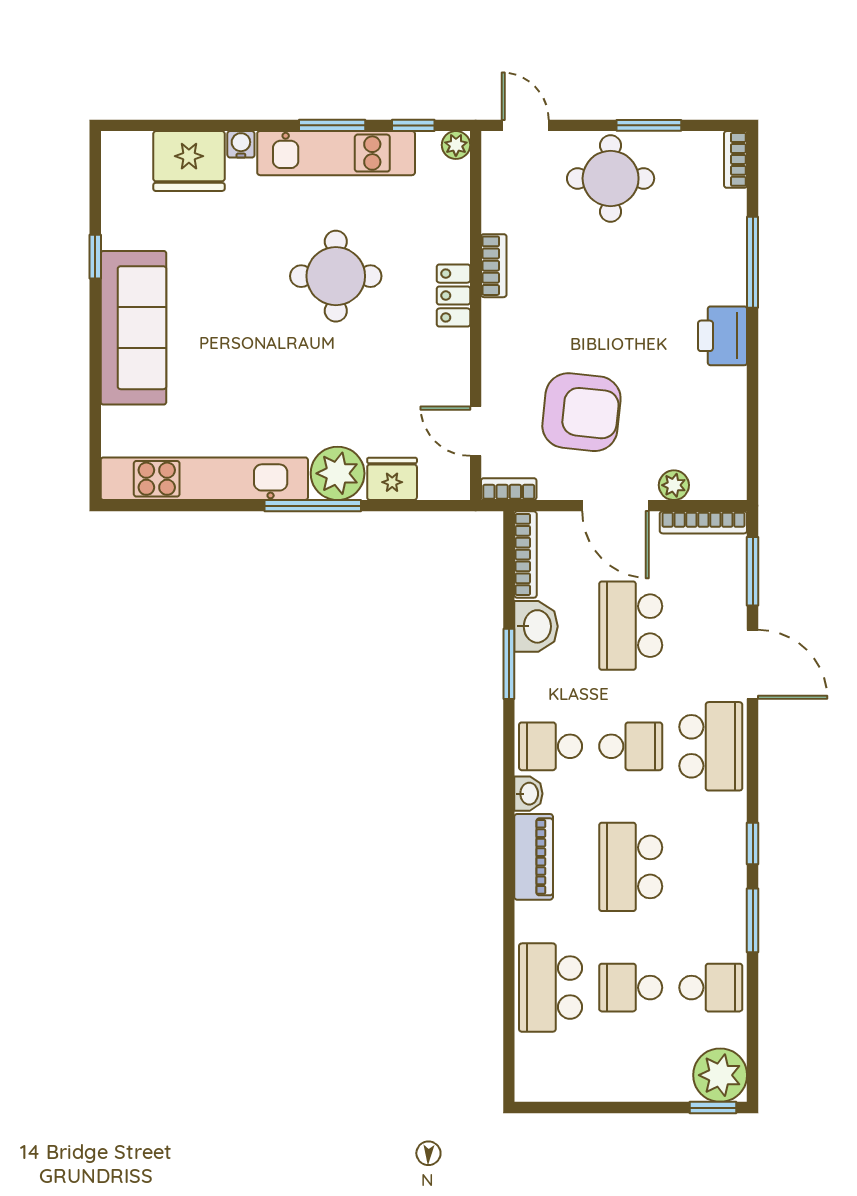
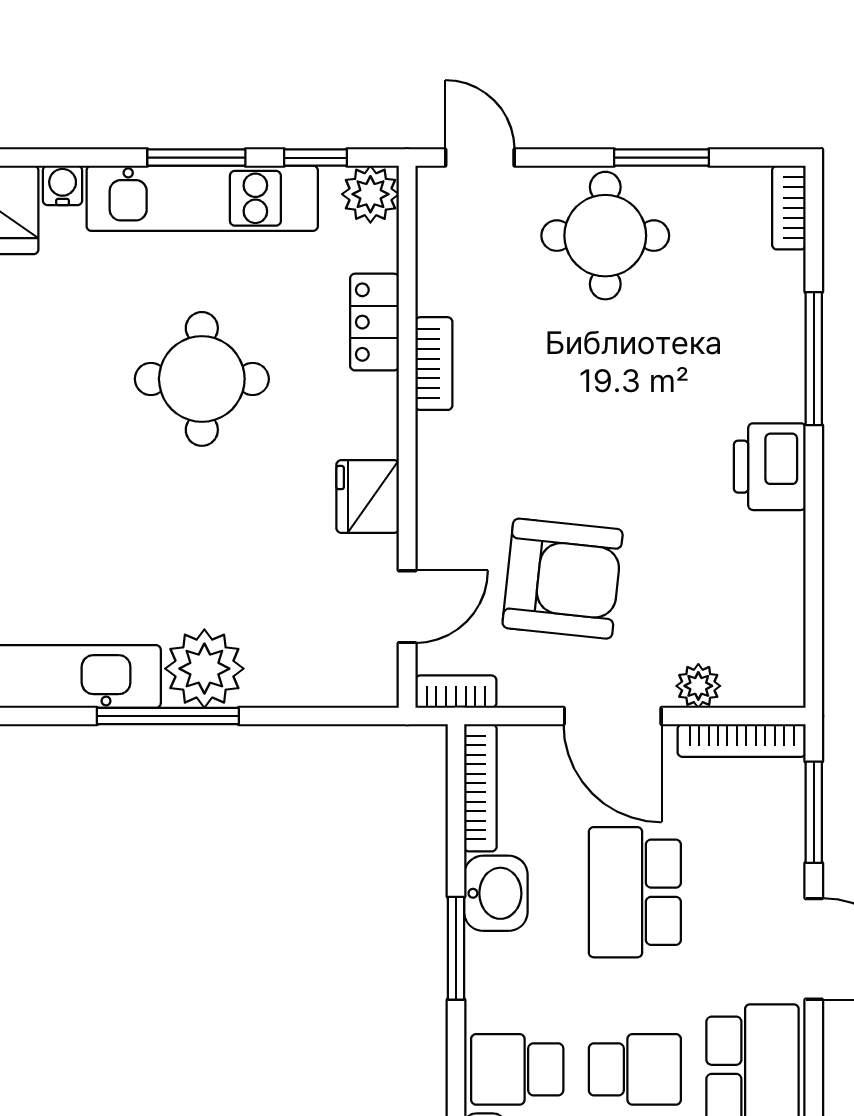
plant: (456, 145) -> (370, 194), width x1.38, depth x1.38
locker: (453, 296) -> (375, 322), moved
door: (476, 431) -> (407, 607), swing flipped
fridge: (392, 479) -> (368, 496), moved, turned -90

